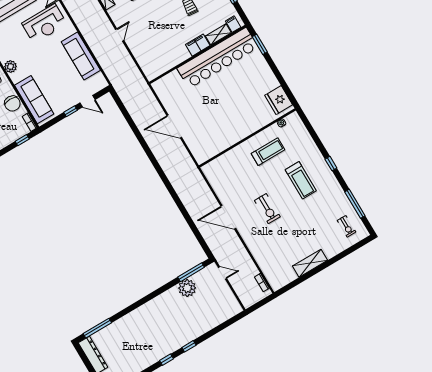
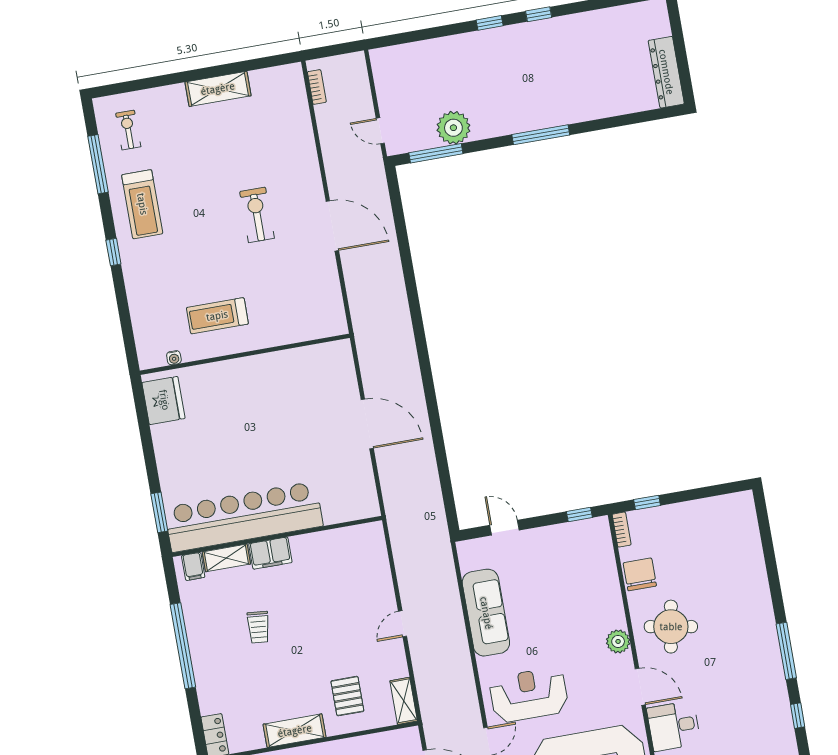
sofa: (34, 100) -> (598, 567), removed
window: (71, 111) -> (579, 514), moved
treadmill: (301, 180) -> (142, 204), moved, turned 180
window: (97, 328) -> (541, 135), moved

